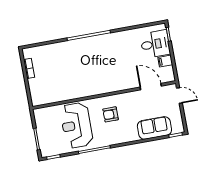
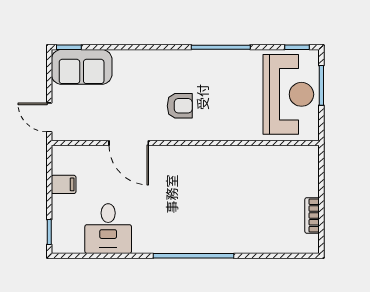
desk: (155, 44) -> (108, 229), moved, turned -90
door: (151, 87) -> (129, 143), moved
reception desk: (77, 125) -> (288, 94), moved
sofa: (154, 128) -> (82, 67), moved

